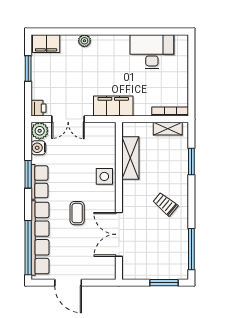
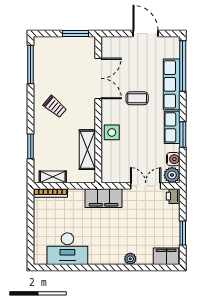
coffee table: (77, 213) -> (137, 98), turned 90
row of seats: (40, 238) -> (172, 84), width x0.73
window: (164, 283) -> (75, 33), moved

